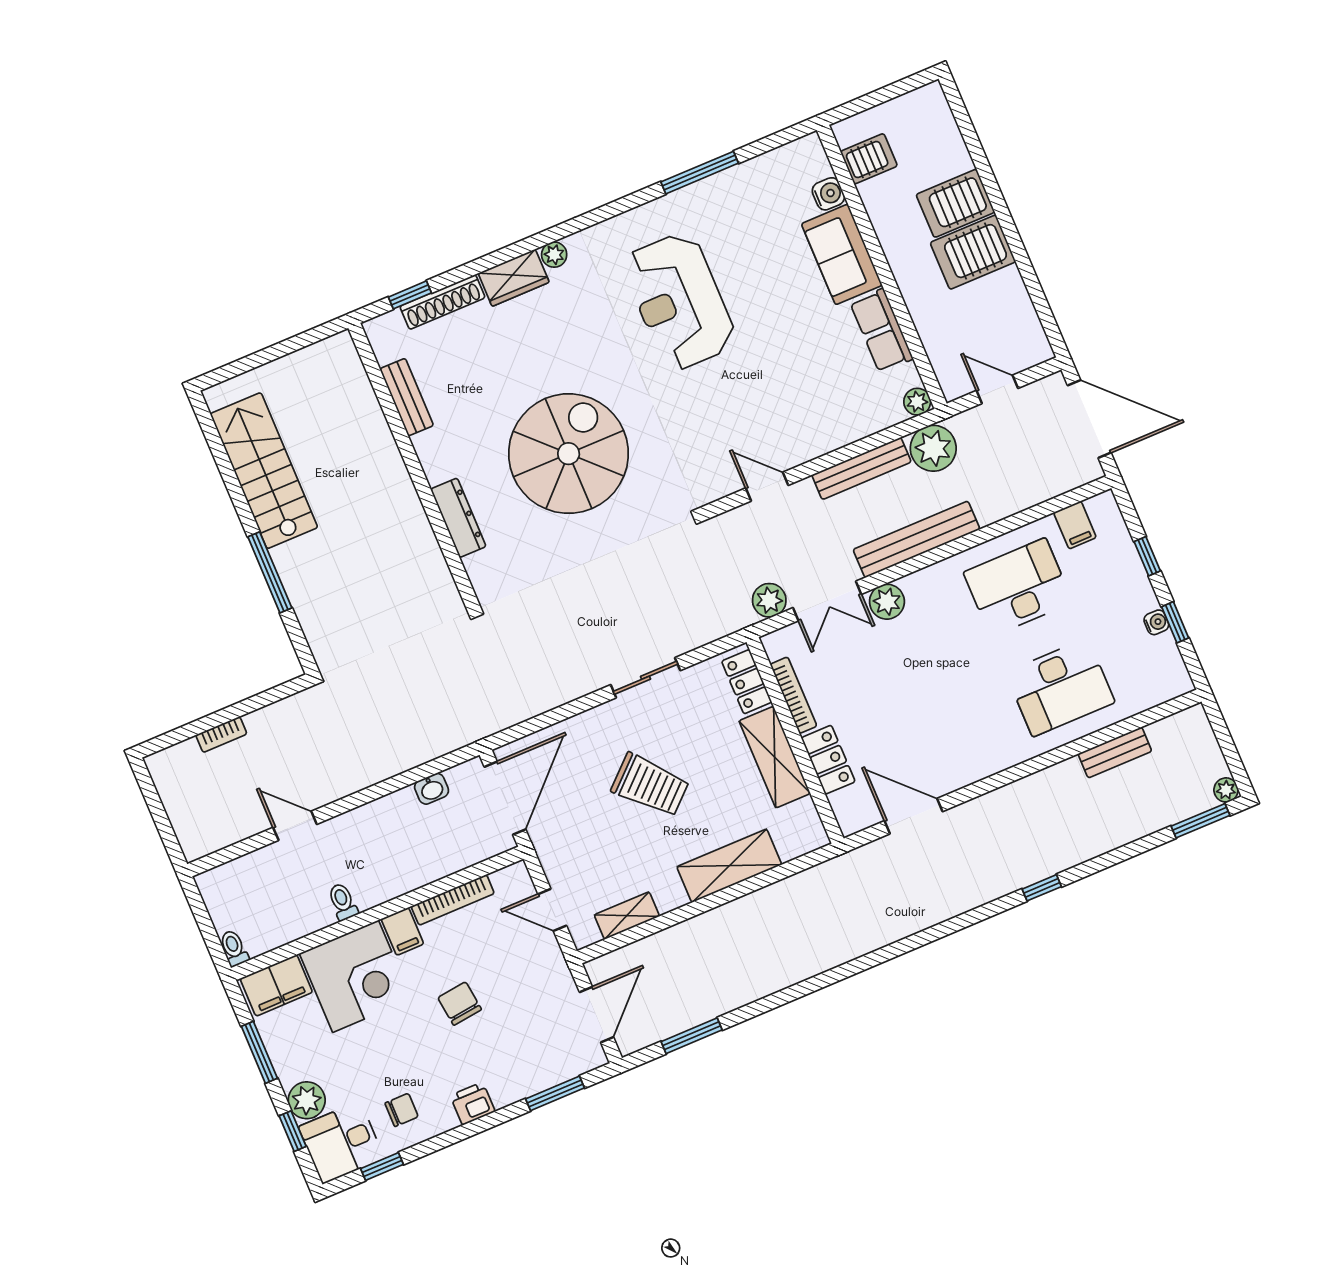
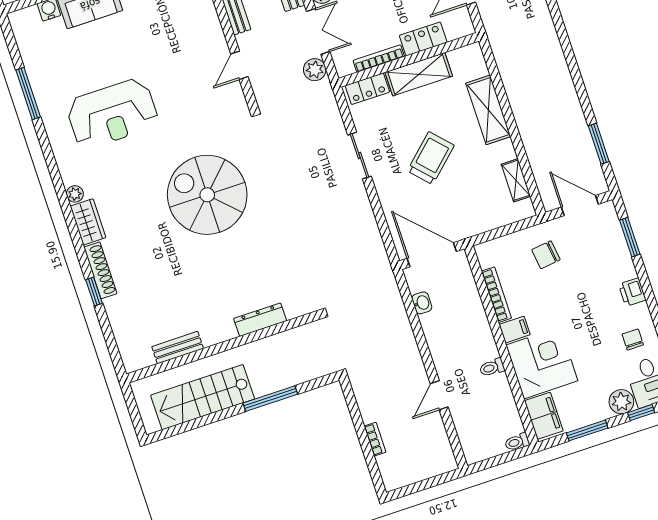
bench: (407, 397) -> (178, 348), moved
wall: (413, 465) -> (223, 347), moved
dresser: (458, 518) -> (260, 320), moved
door: (552, 910) -> (508, 229), removed
chair: (460, 1004) -> (546, 255), moved

